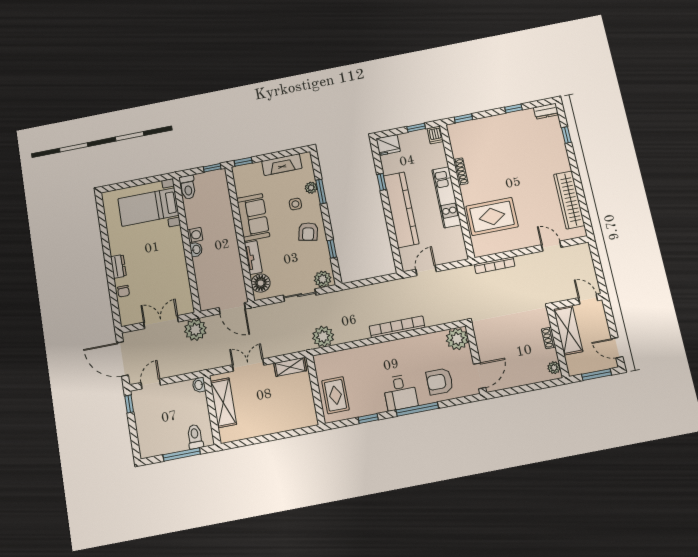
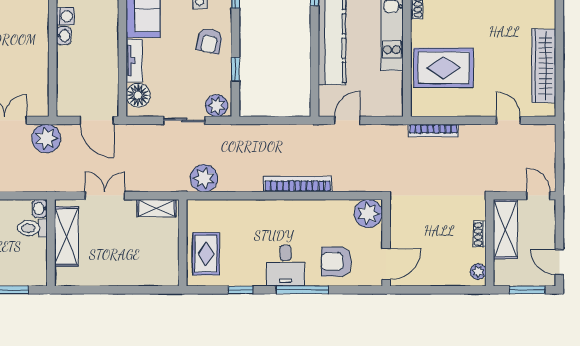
toilet: (195, 437) -> (32, 228), moved, turned -90

